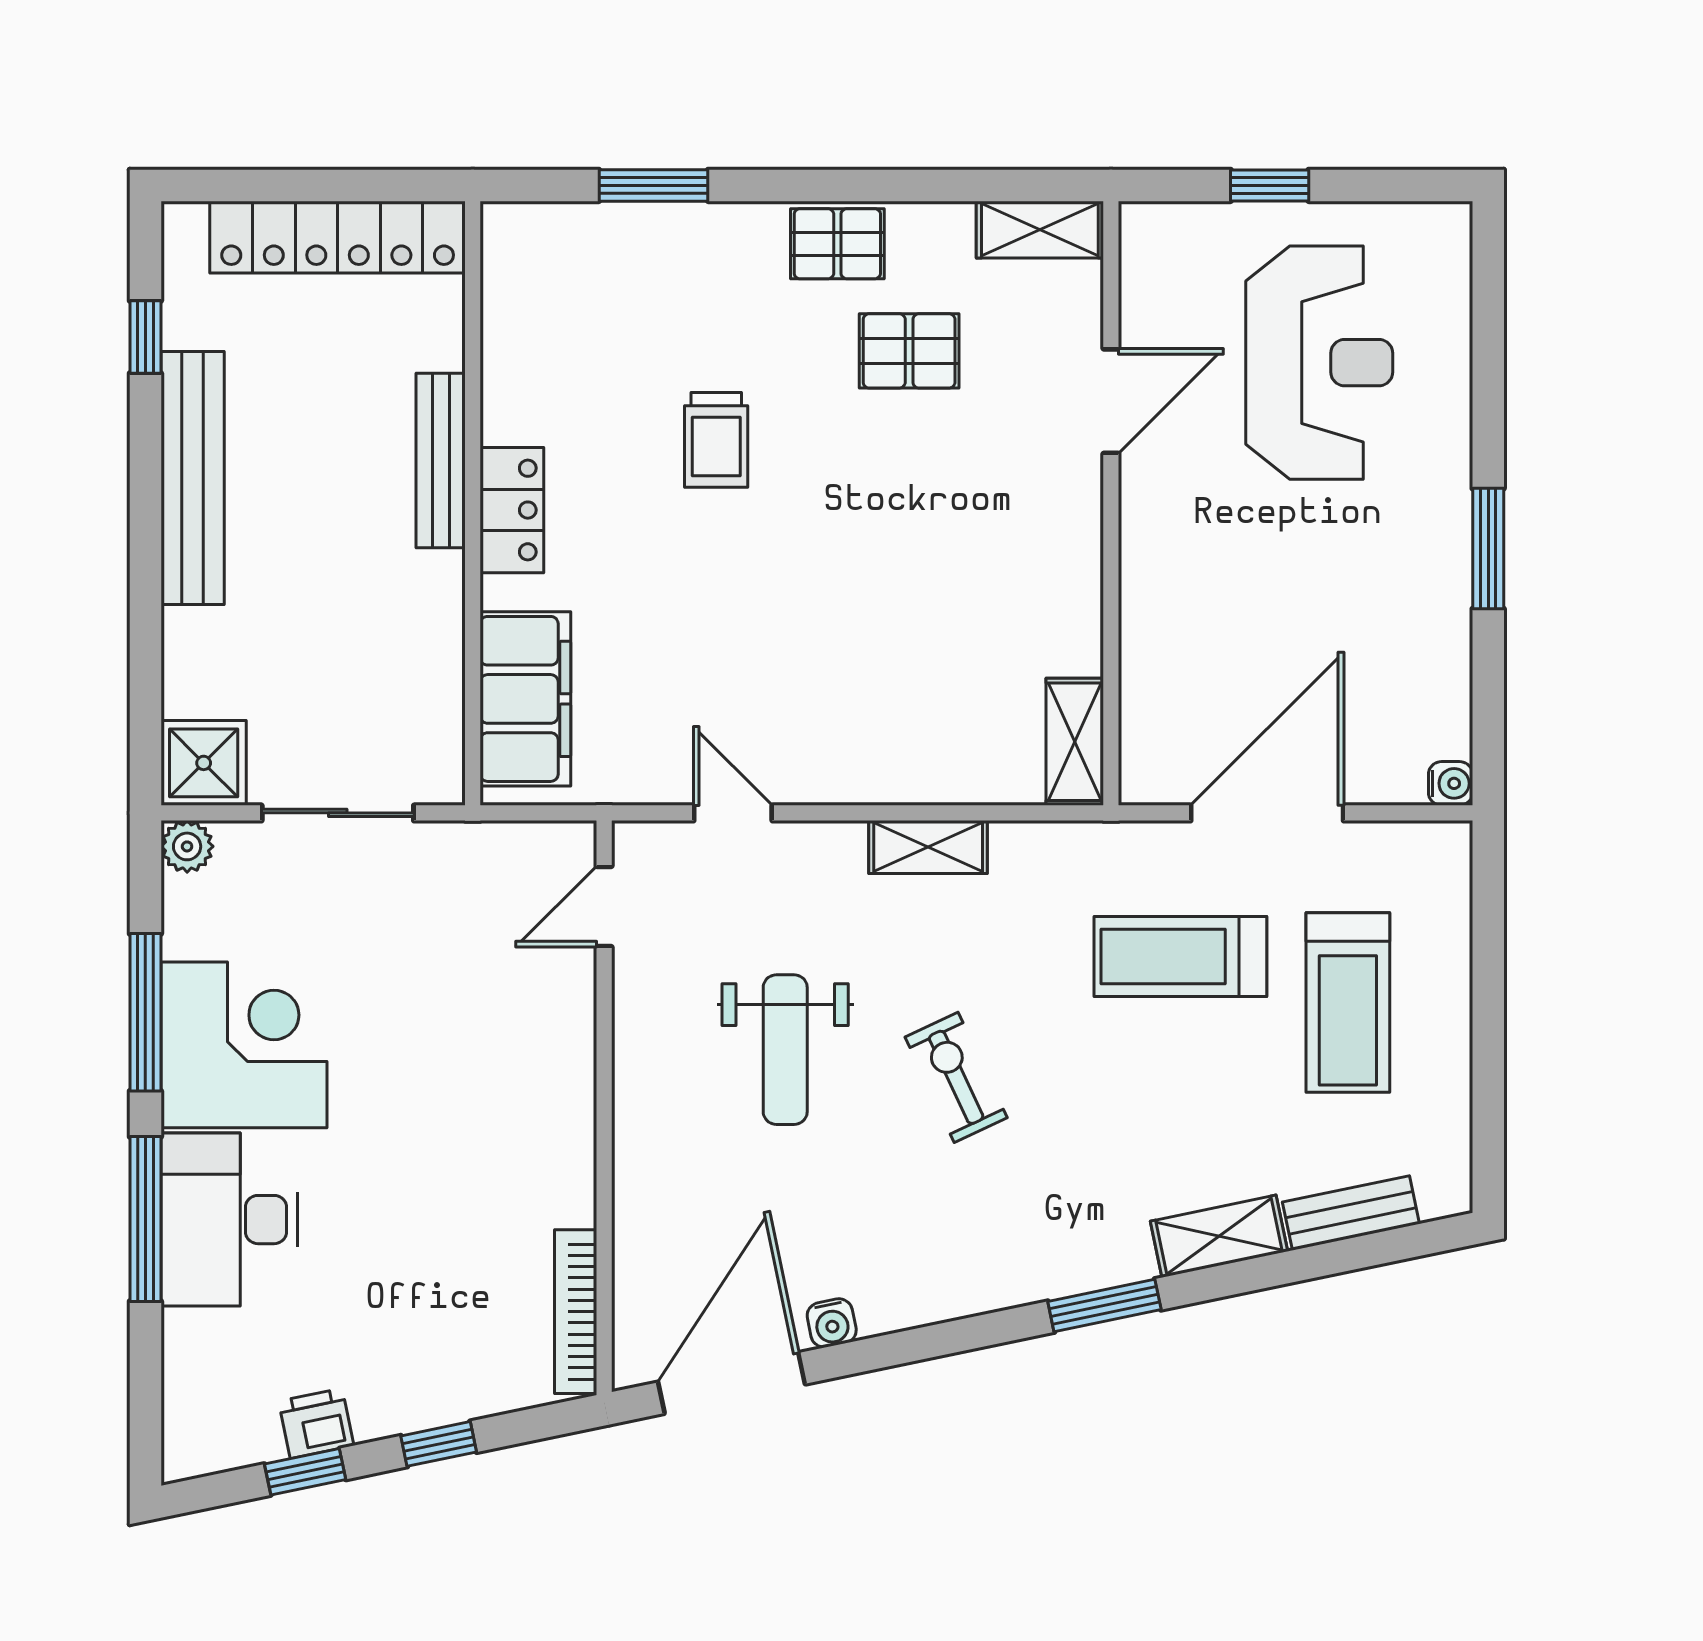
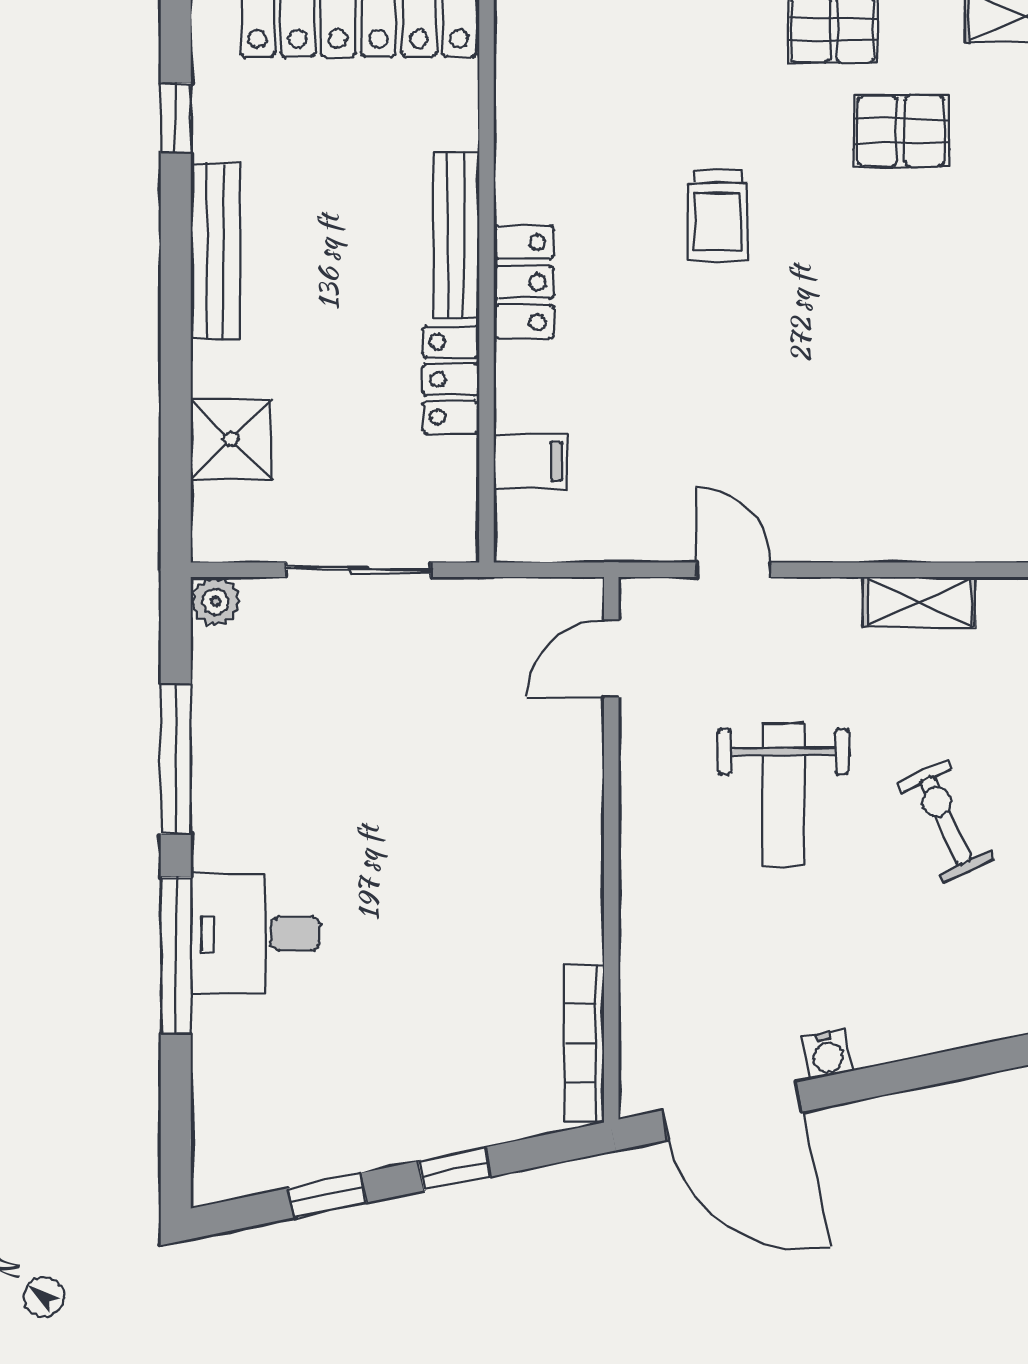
bench: (193, 478) -> (215, 252), width x0.73, depth x0.82
locker: (435, 613) -> (451, 379), added
filing cabinet: (525, 699) -> (530, 461), width x0.33, depth x0.86
shower: (204, 763) -> (231, 439), moved
corner desk: (244, 1045) -> (269, 790), removed
desk: (229, 1220) -> (255, 933), width x0.73
door: (732, 1383) -> (732, 1111), swing flipped
printer: (316, 1423) -> (338, 1149), removed

